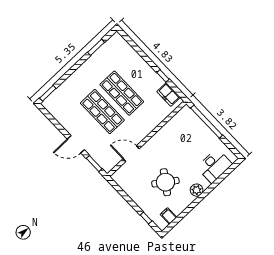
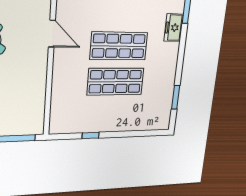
freezer: (169, 94) -> (174, 28), moved, turned -90
door: (131, 154) -> (52, 34), hinge flipped

